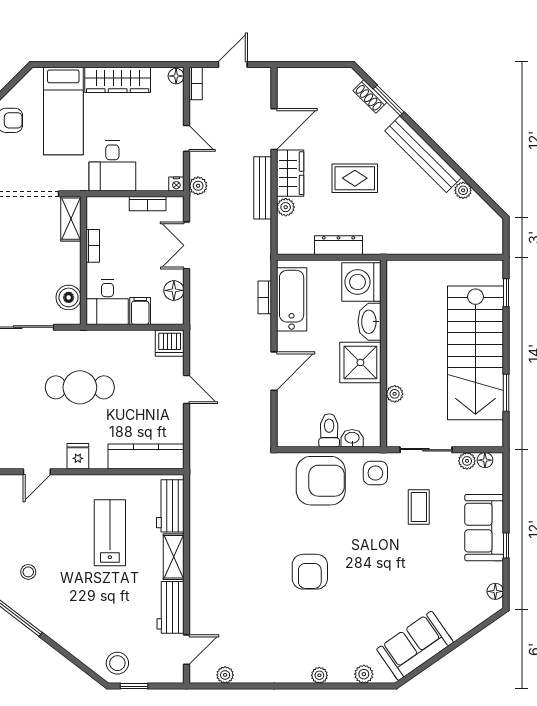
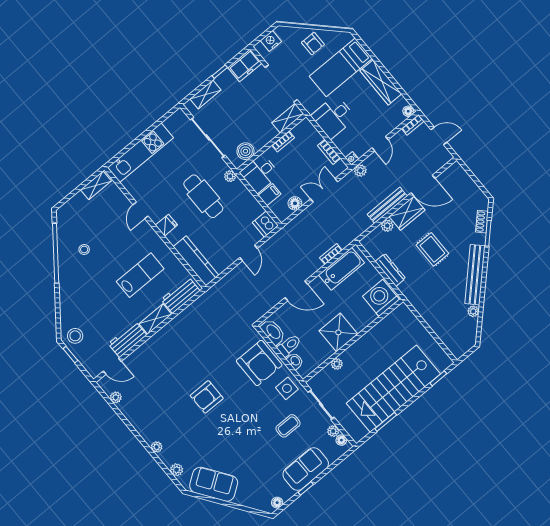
washbasin: (370, 322) -> (273, 332), moved, turned 90
plant: (82, 338) -> (230, 176), added
door: (37, 472) -> (140, 210), hinge flipped

